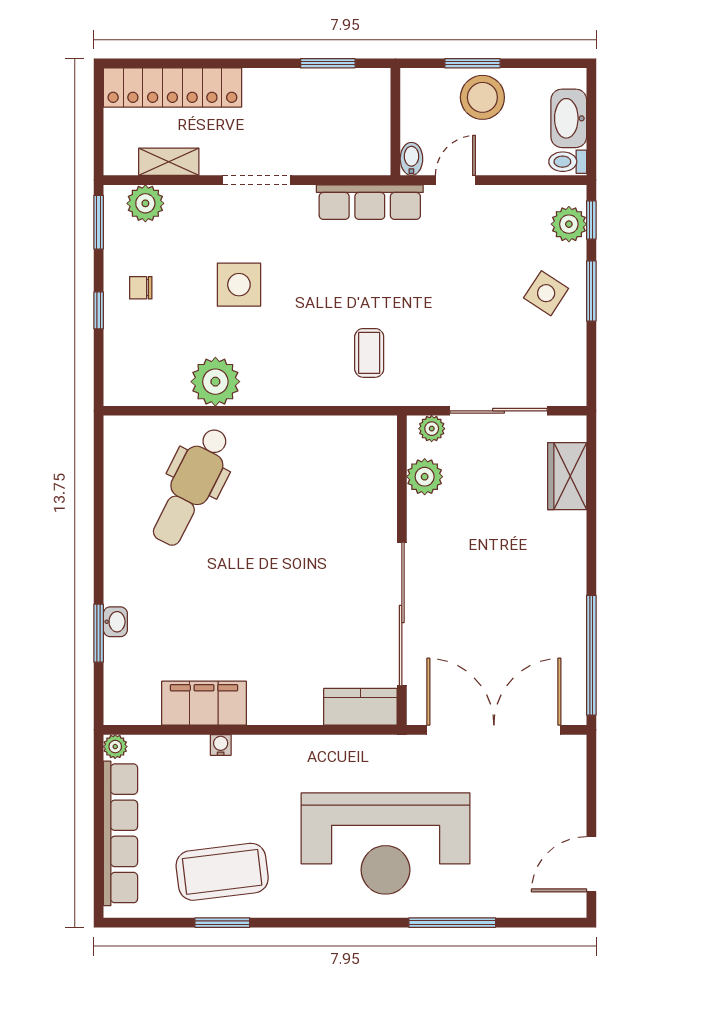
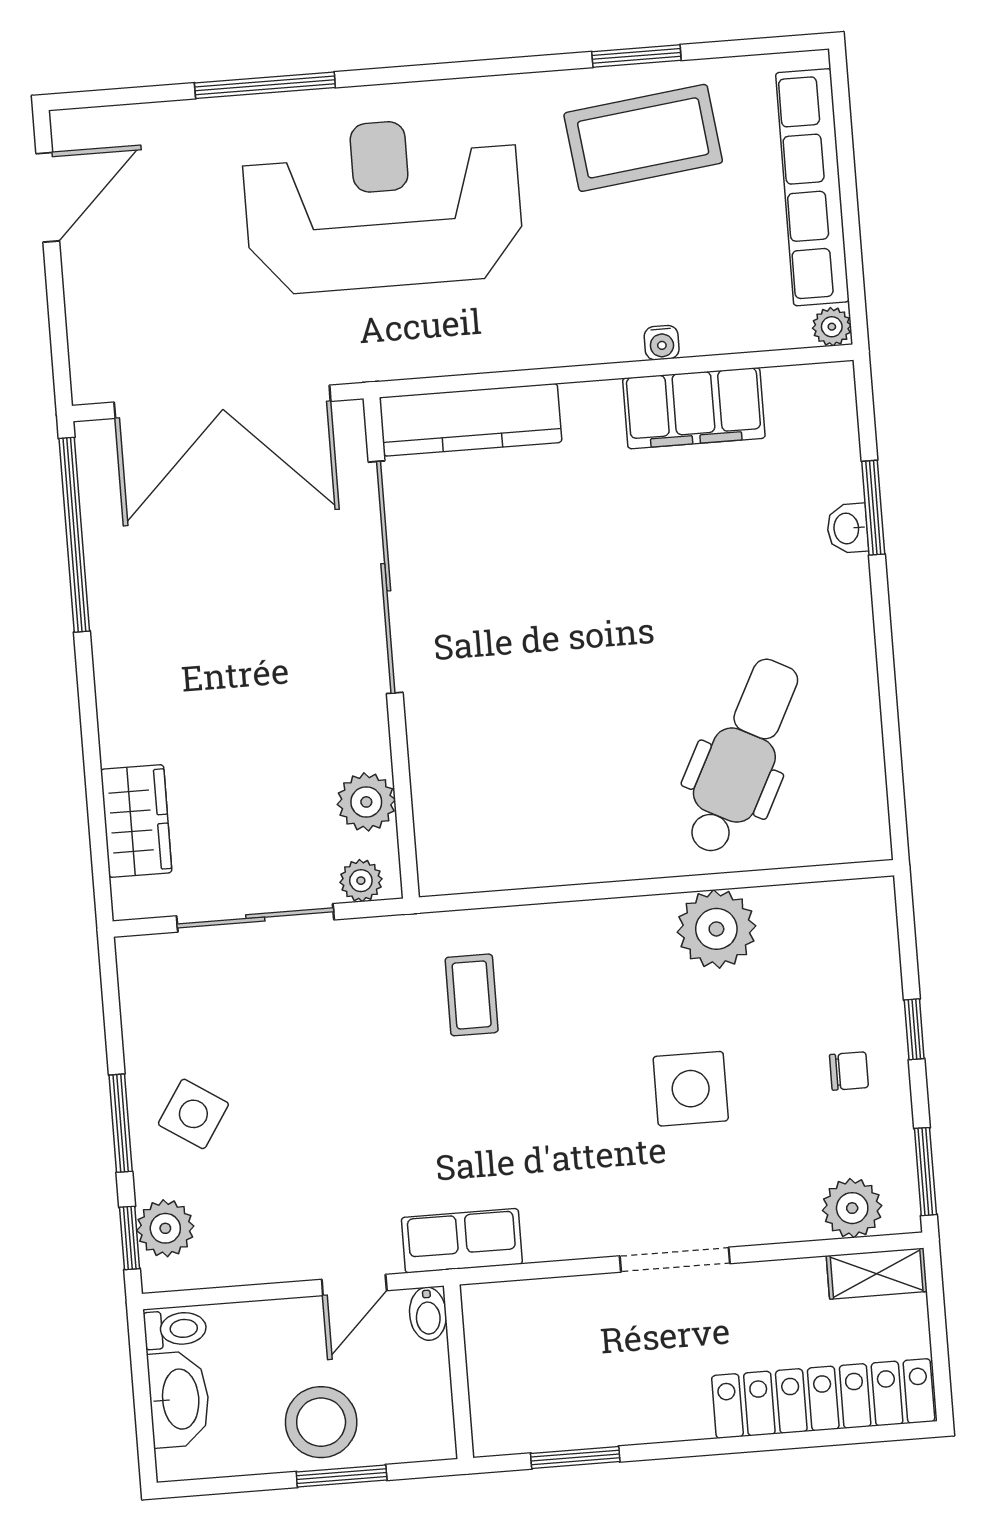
shelving: (169, 162) -> (877, 1274), moved
row of seats: (370, 202) -> (462, 1241), width x0.68
kitchen counter: (360, 707) -> (471, 420), width x1.50

